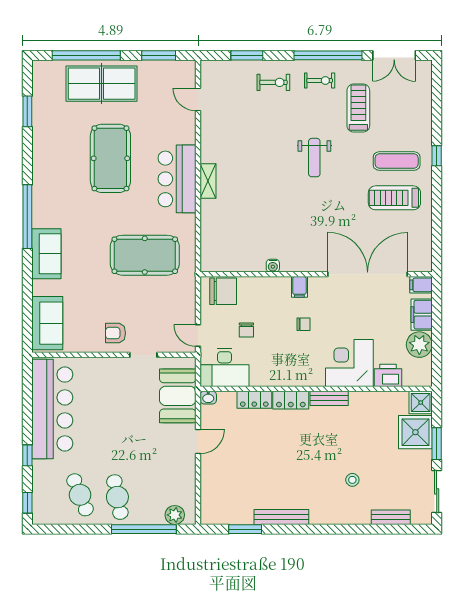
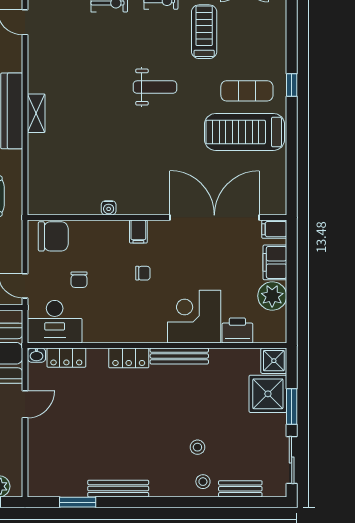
weight bench: (314, 158) -> (155, 87), turned -90
treadmill: (394, 198) -> (244, 132), width x1.37, depth x1.38
bench: (329, 398) -> (179, 356), width x1.36
locker: (254, 400) -> (66, 358), moved
stool: (357, 511) -> (203, 482), added

